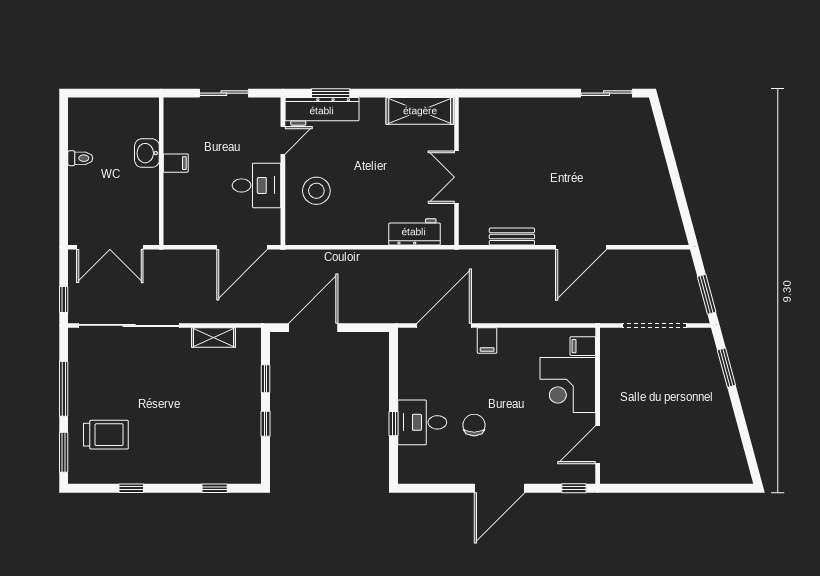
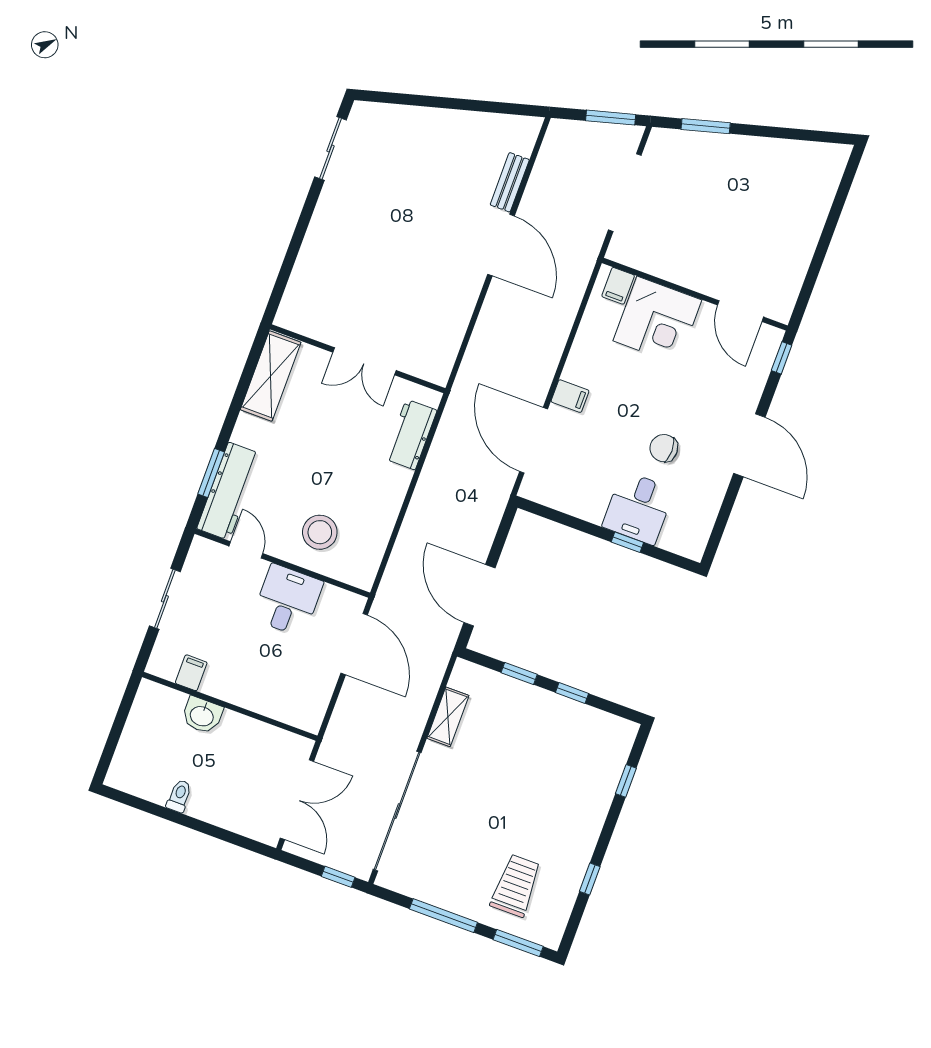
filing cabinet: (176, 163) -> (191, 673), moved
bench: (512, 237) -> (510, 182), moved

